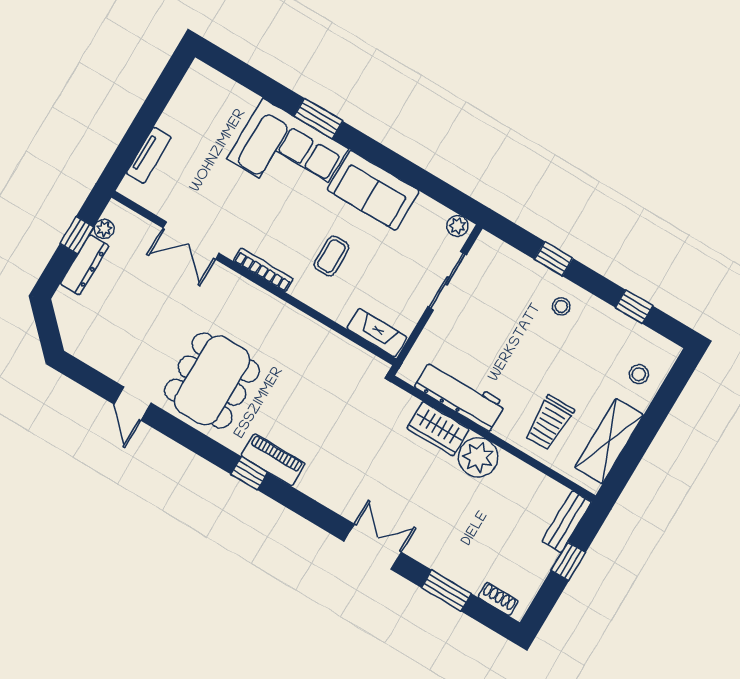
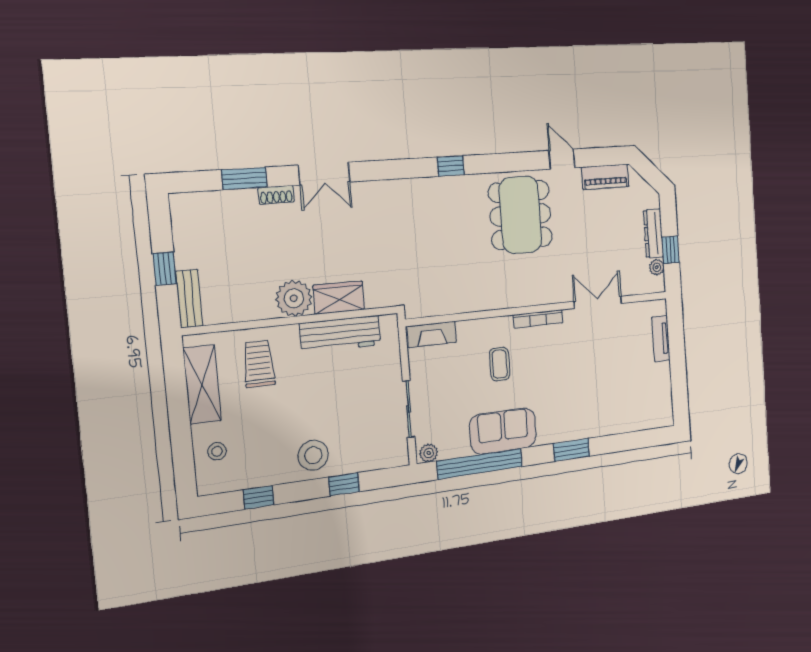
corner sofa: (288, 154) -> (575, 410), removed
window: (417, 178) -> (480, 464), added
stool: (561, 306) -> (313, 455), width x1.89, depth x1.89
piano: (273, 460) -> (605, 177), moved
shoe rack: (498, 599) -> (276, 195), moved

